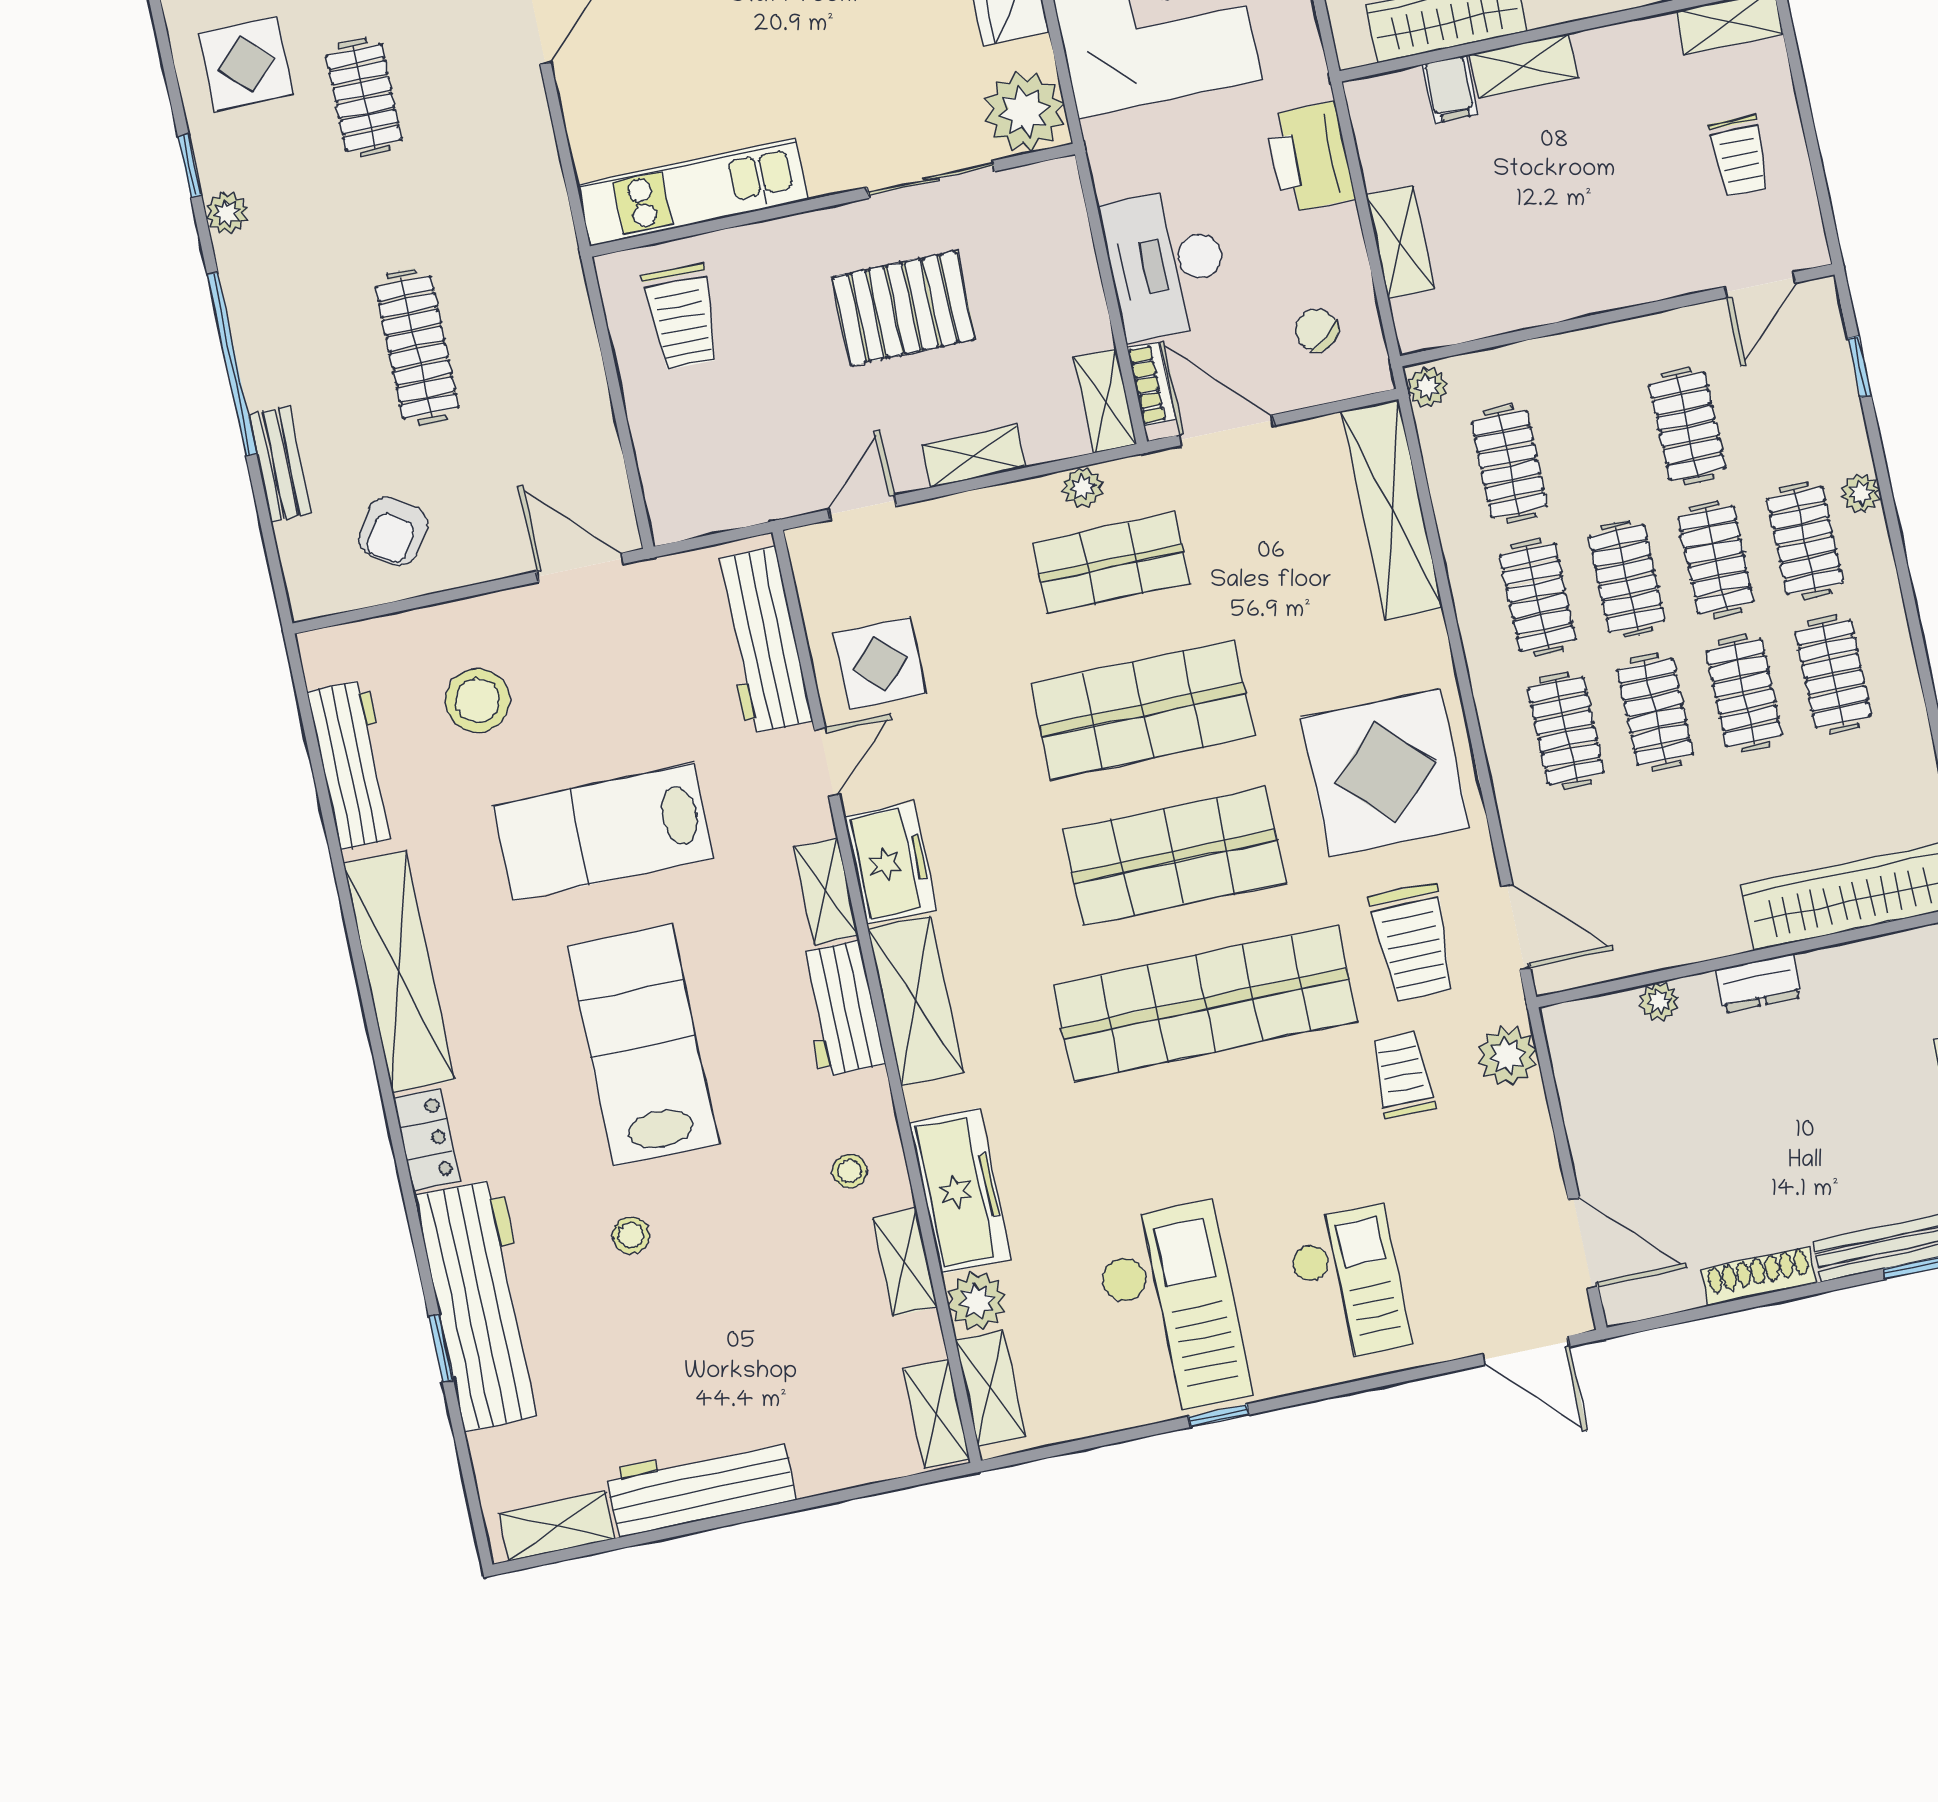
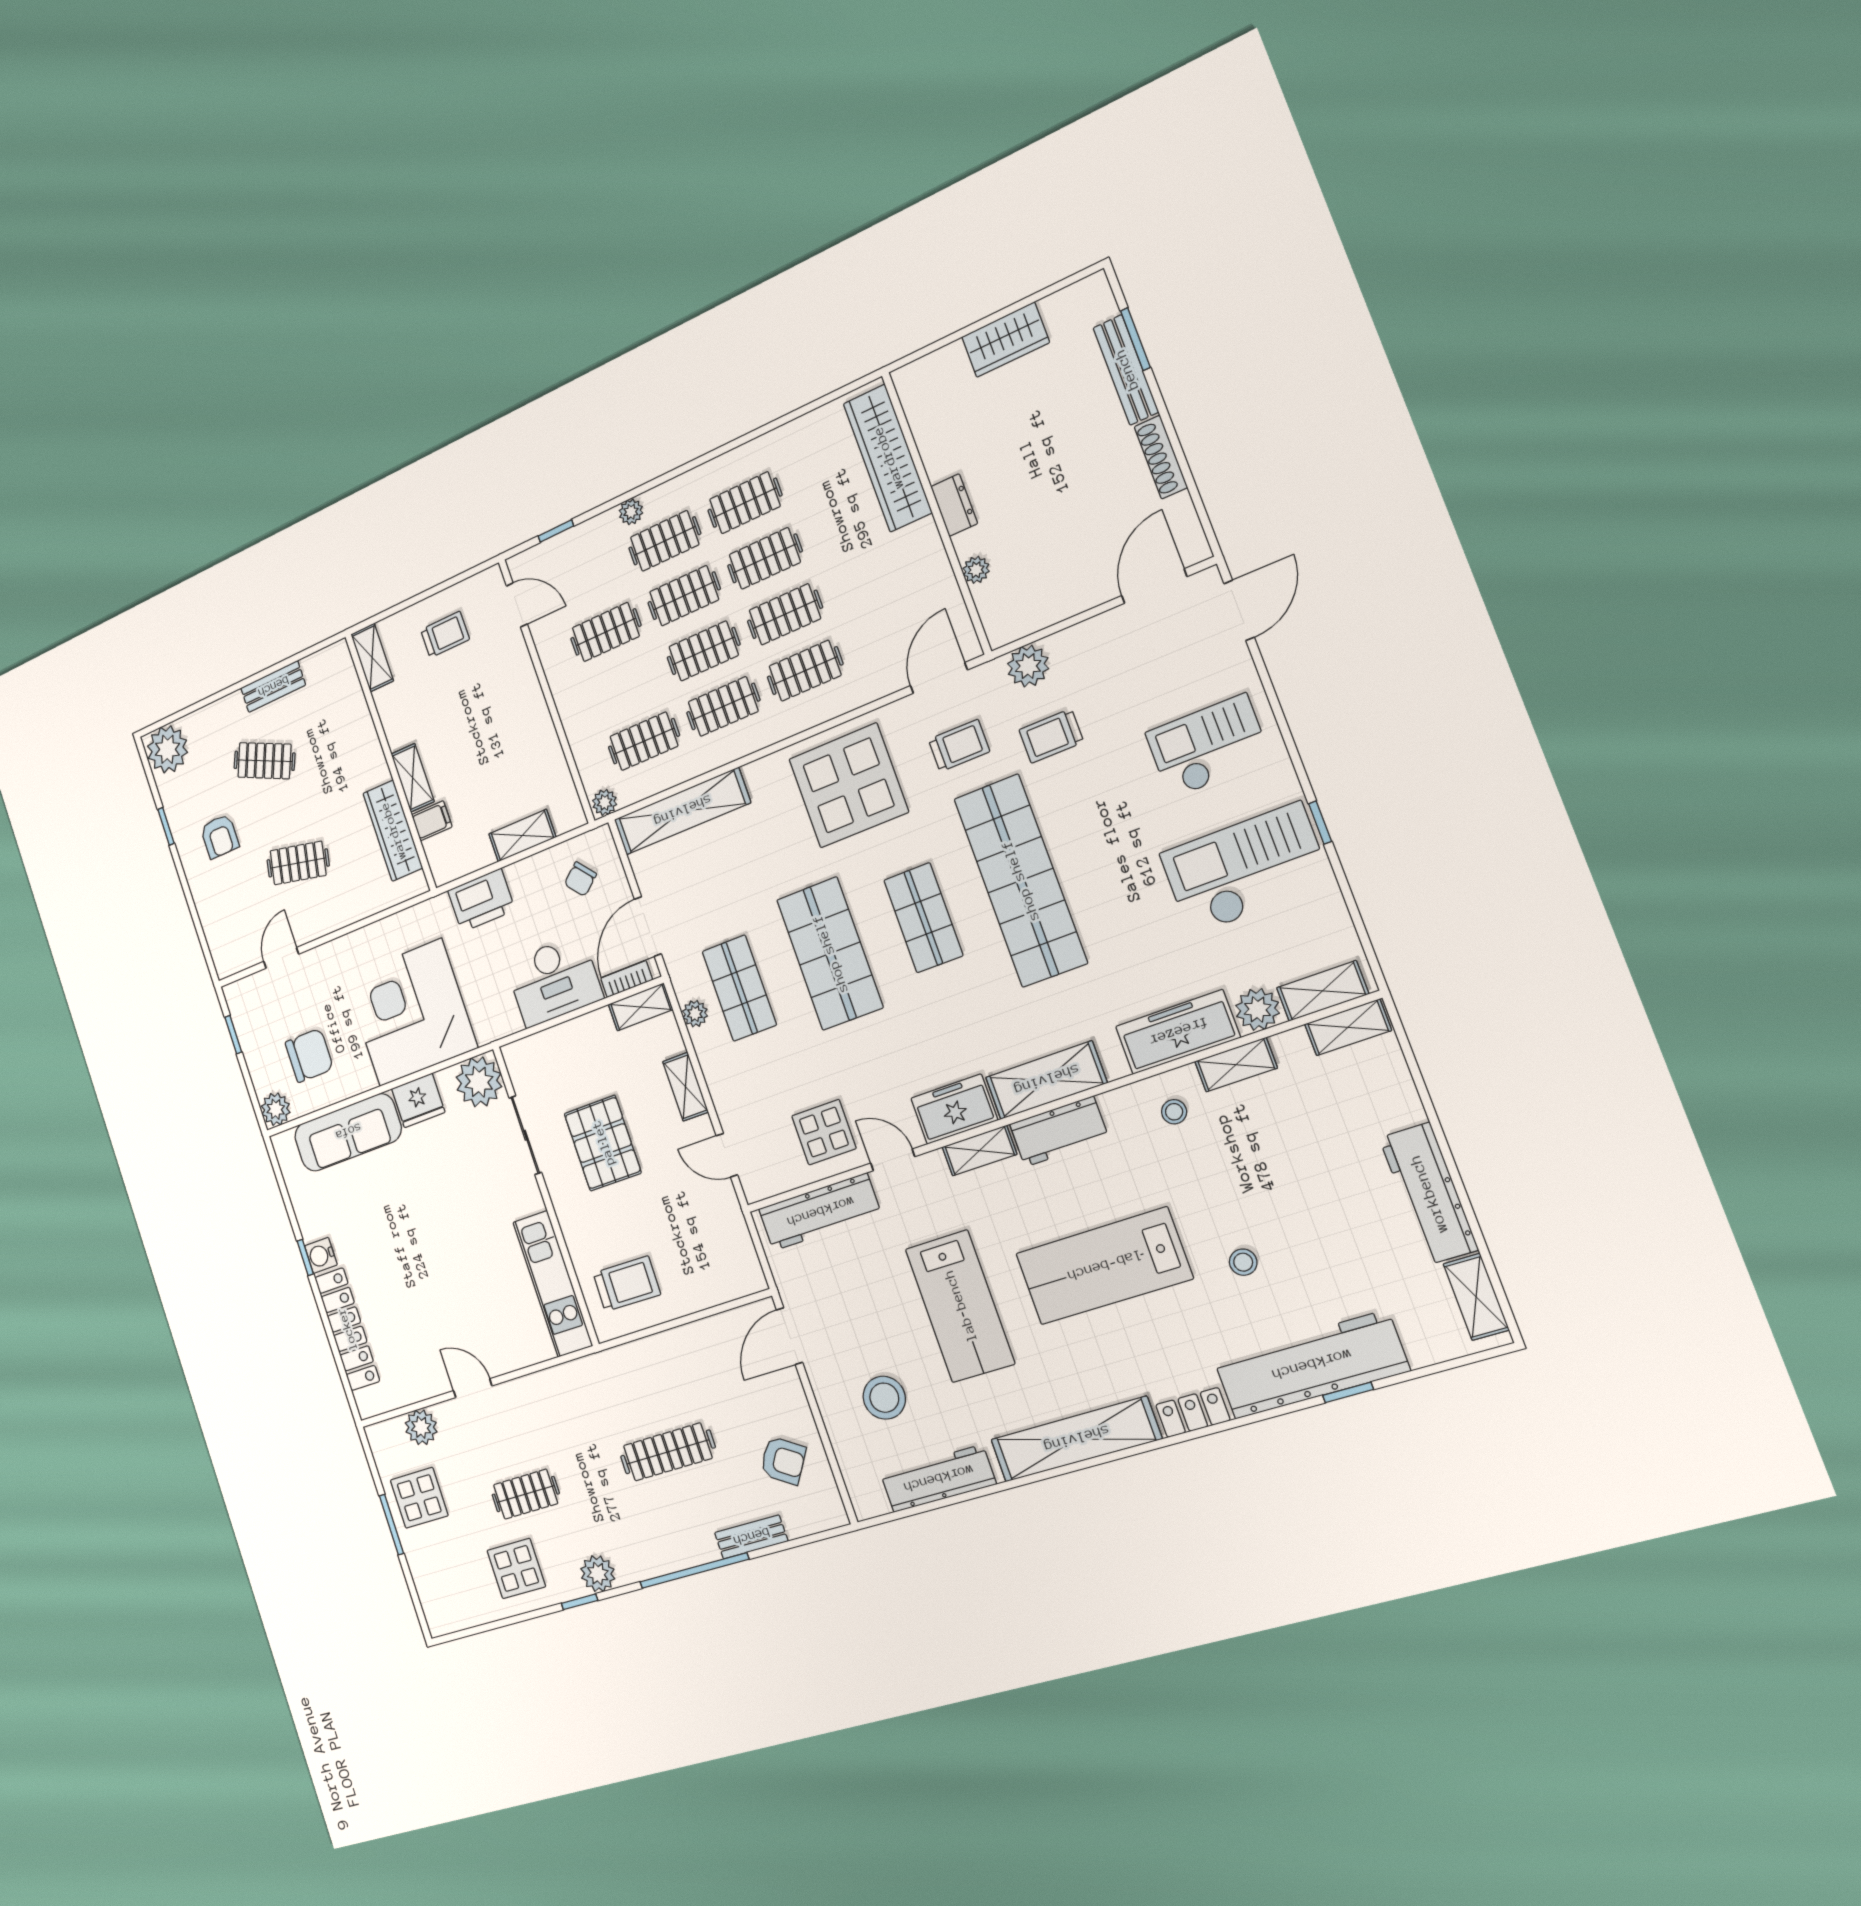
plant: (227, 213) -> (598, 1574), width x1.38, depth x1.38
shop shelf: (1174, 857) -> (923, 918), width x0.70, depth x0.74
trolley: (1413, 943) -> (959, 746), width x0.73, depth x0.72

